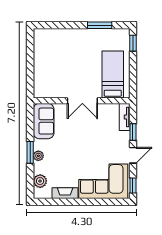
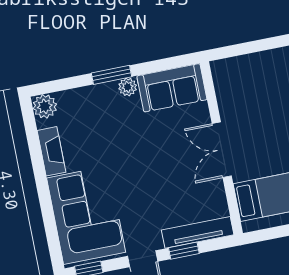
tv unit: (125, 117) -> (198, 232), width x1.41
plant: (38, 156) -> (128, 87), moved
plant: (40, 181) -> (45, 106), moved

